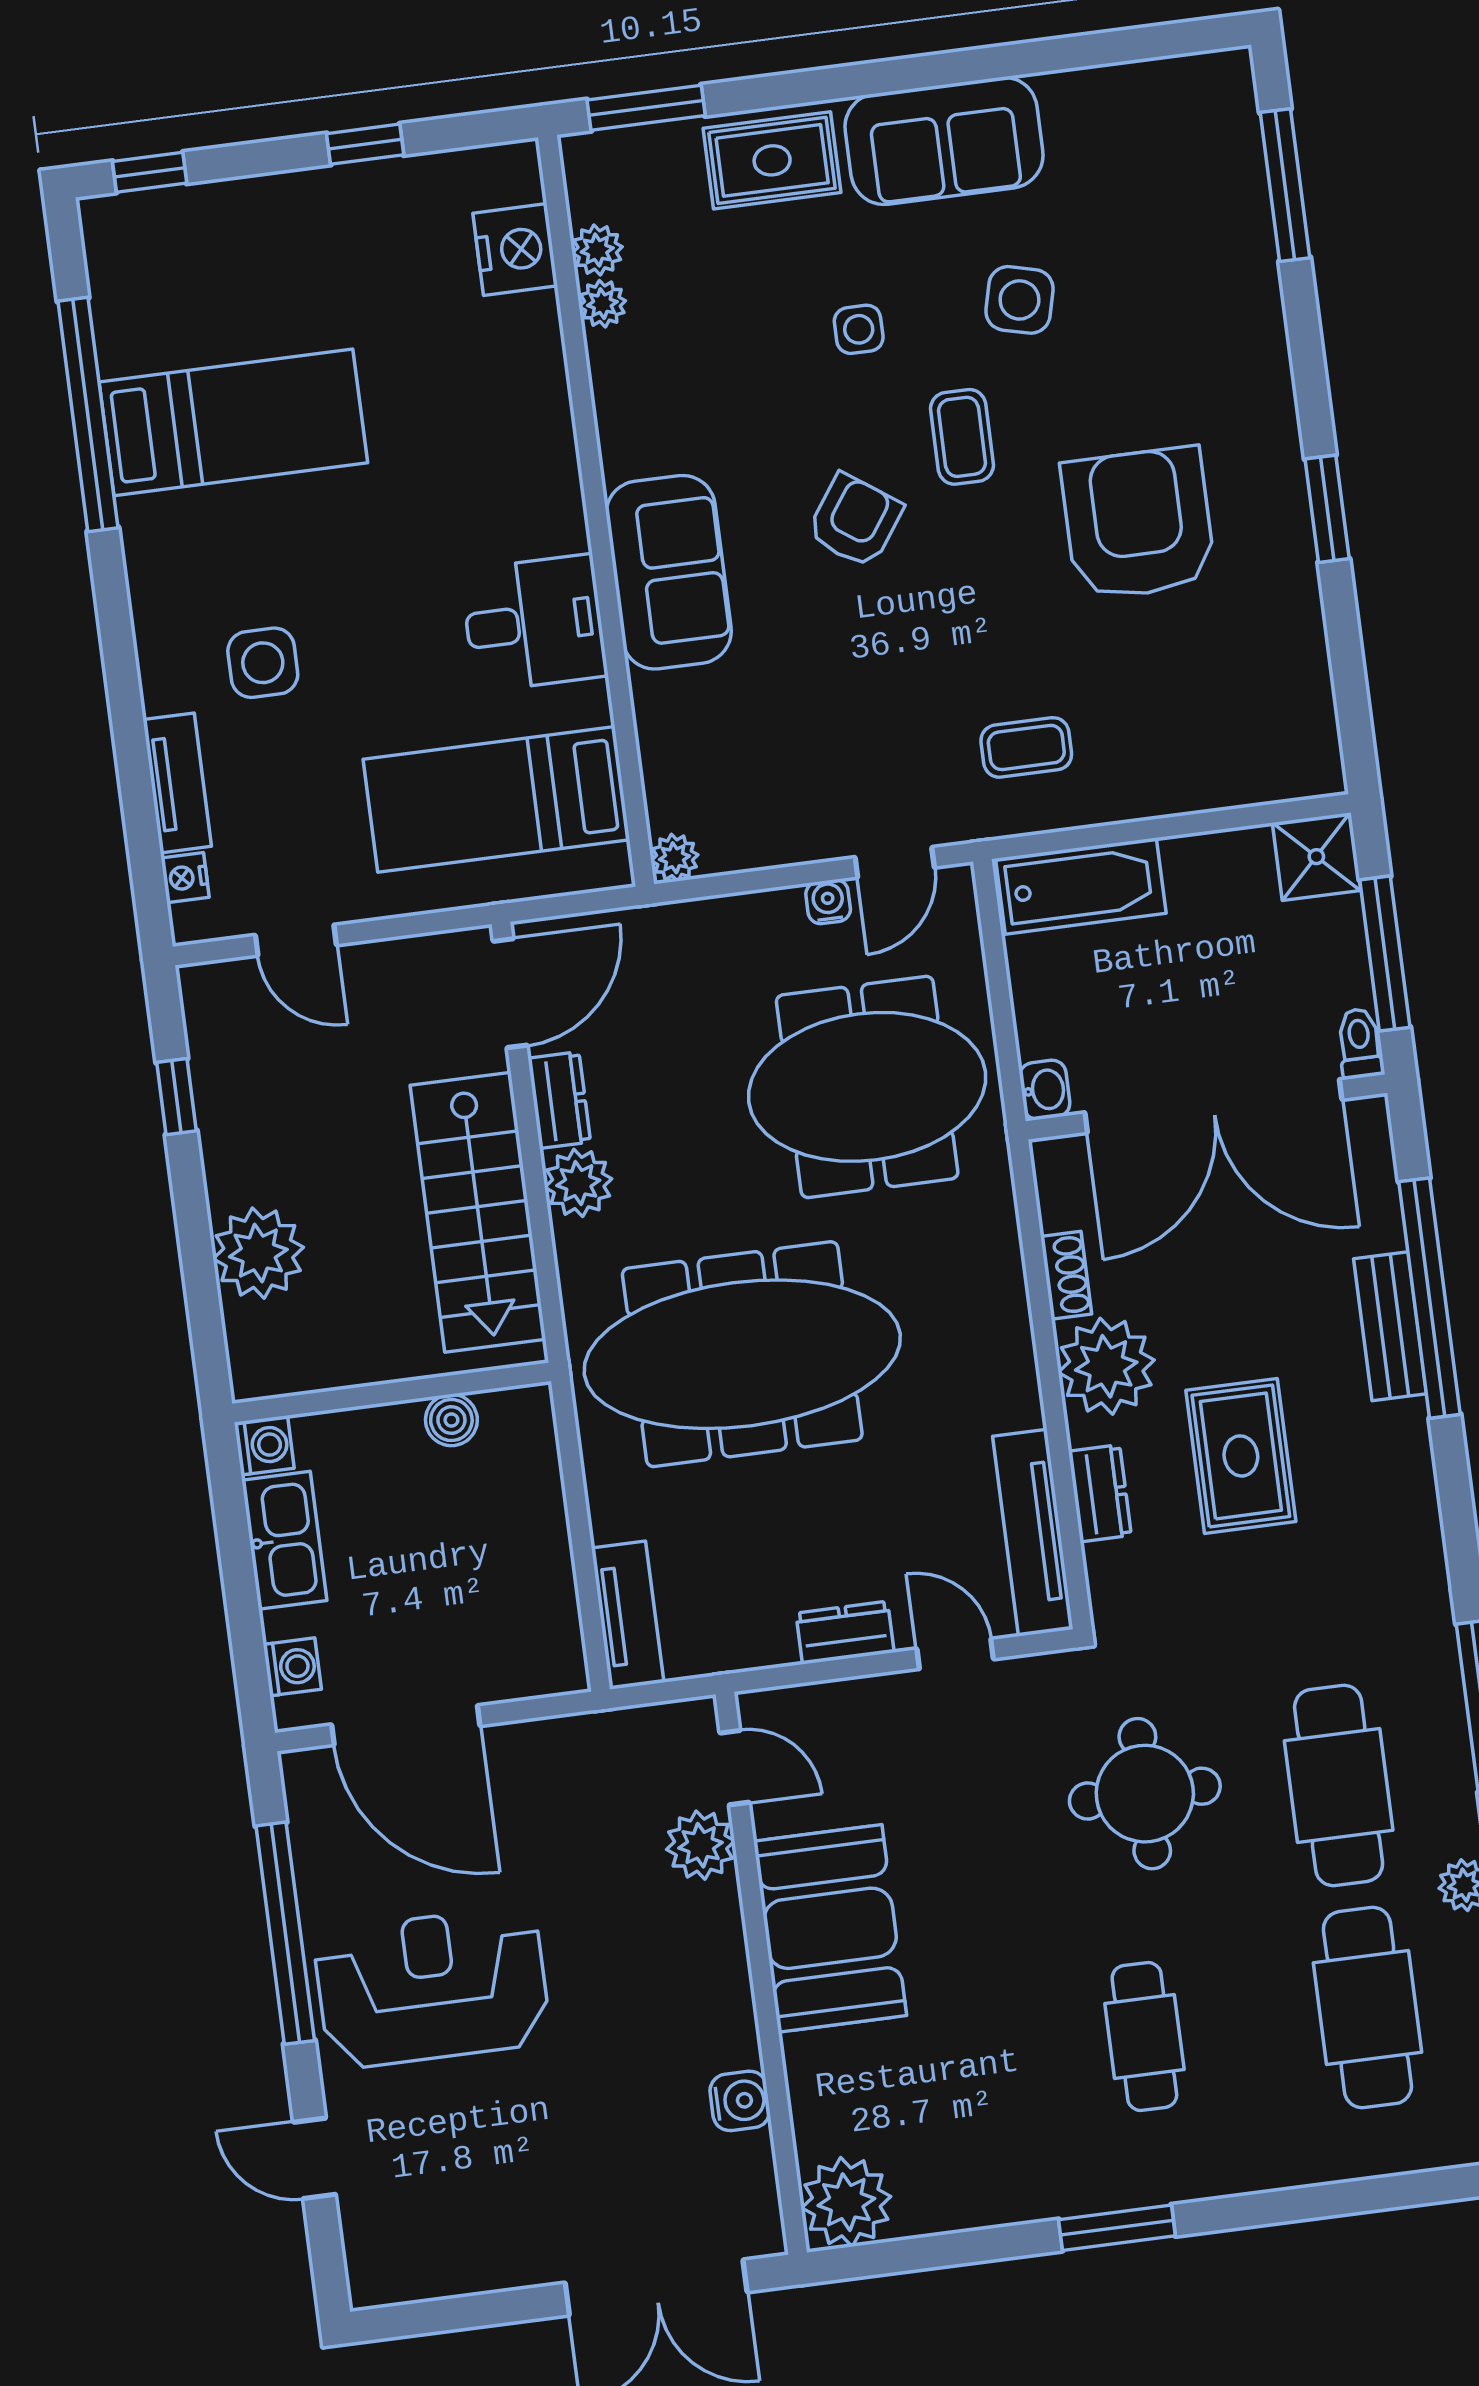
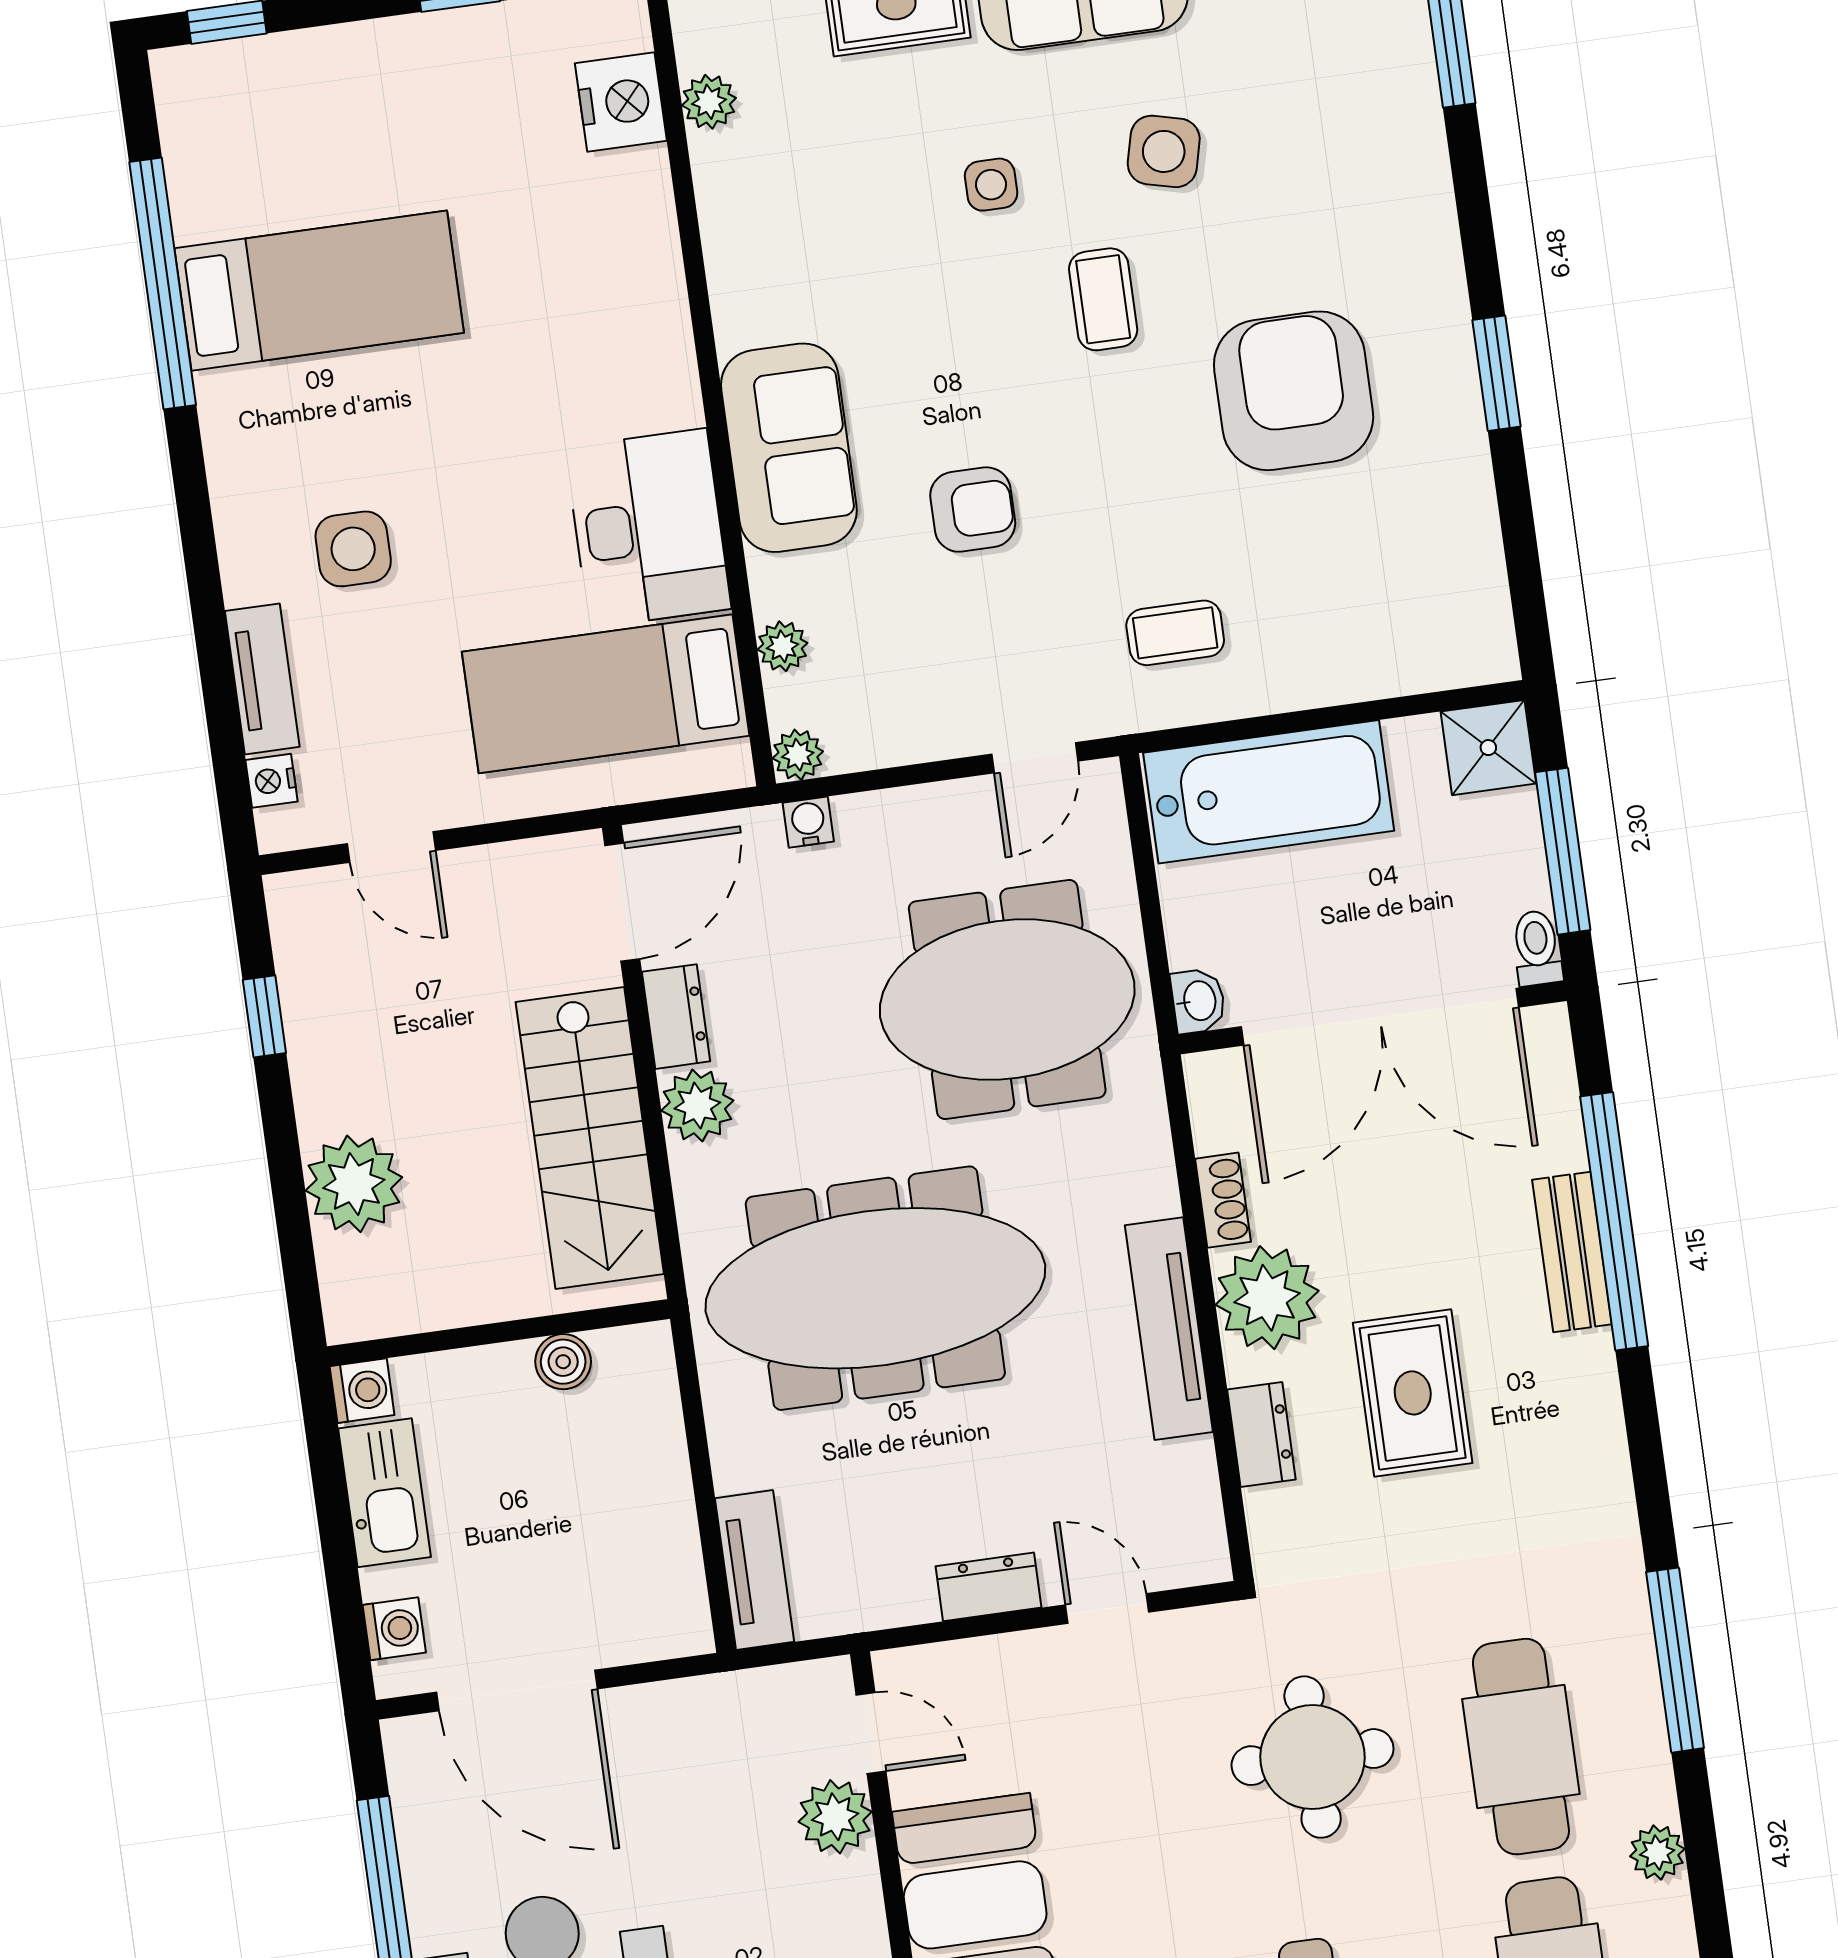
plant: (602, 304) -> (783, 646), moved
armchair: (855, 521) -> (973, 510), moved, turned 55
desk: (534, 623) -> (648, 528), width x1.37
bathtub: (1081, 886) -> (1269, 792), width x1.36, depth x1.36
water cooler: (828, 902) -> (808, 822), moved
tv unit: (1033, 1533) -> (1169, 1329), moved

